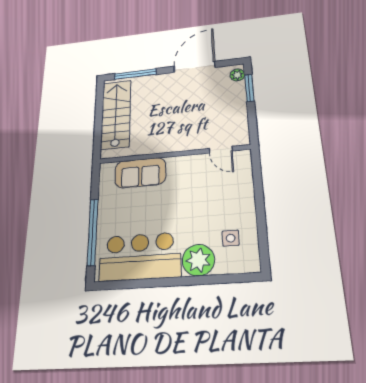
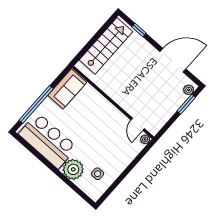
window: (135, 74) -> (139, 30), width x0.46
plant: (244, 156) -> (145, 139), added
sofa: (140, 173) -> (67, 89), moved, turned -90

